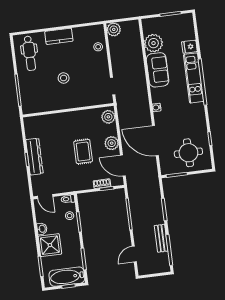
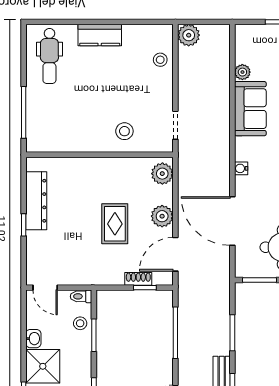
plant: (154, 43) -> (242, 72), width x0.53, depth x0.53
stool: (64, 78) -> (124, 131), moved
dresser: (34, 157) -> (36, 201), moved
door: (123, 166) -> (175, 254), hinge flipped

